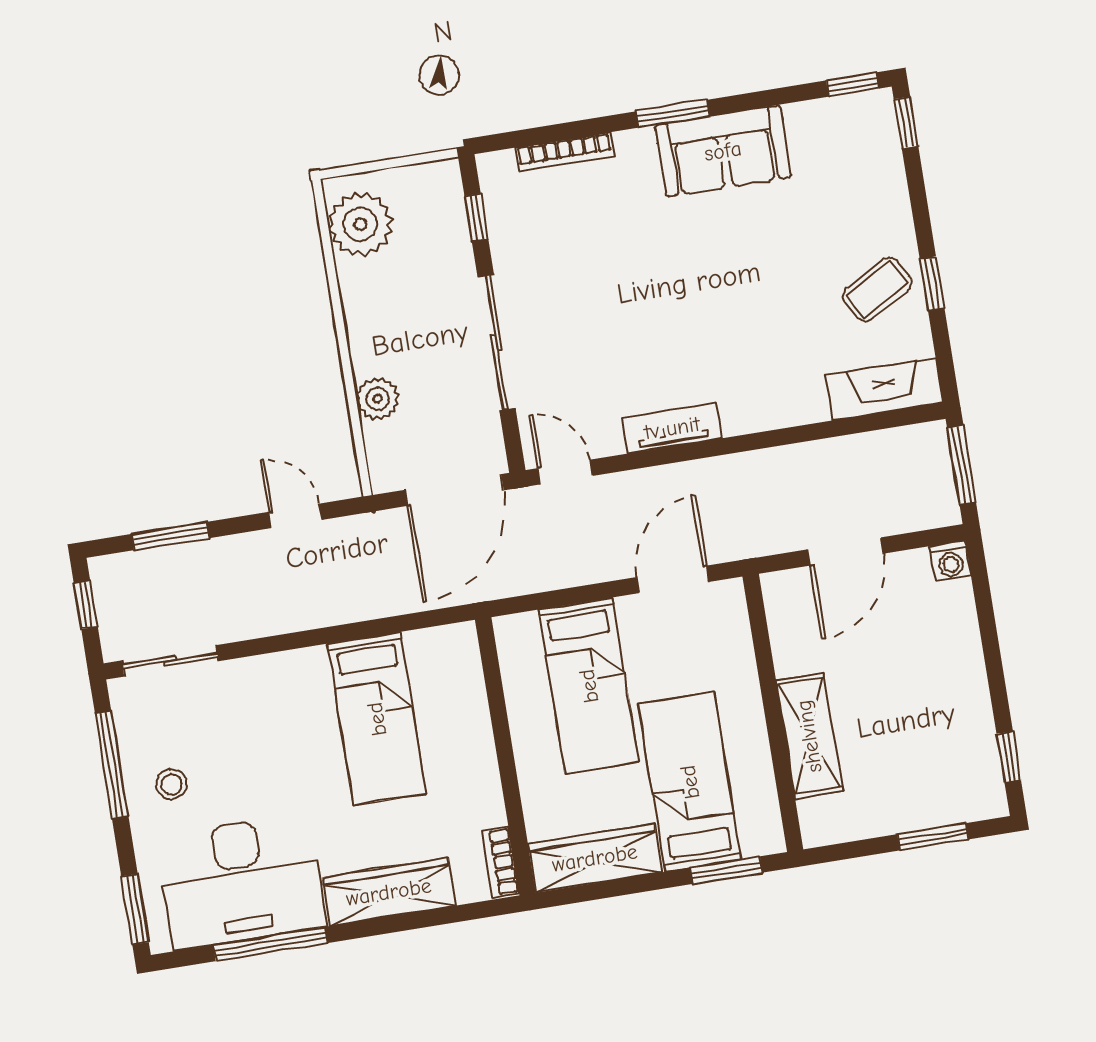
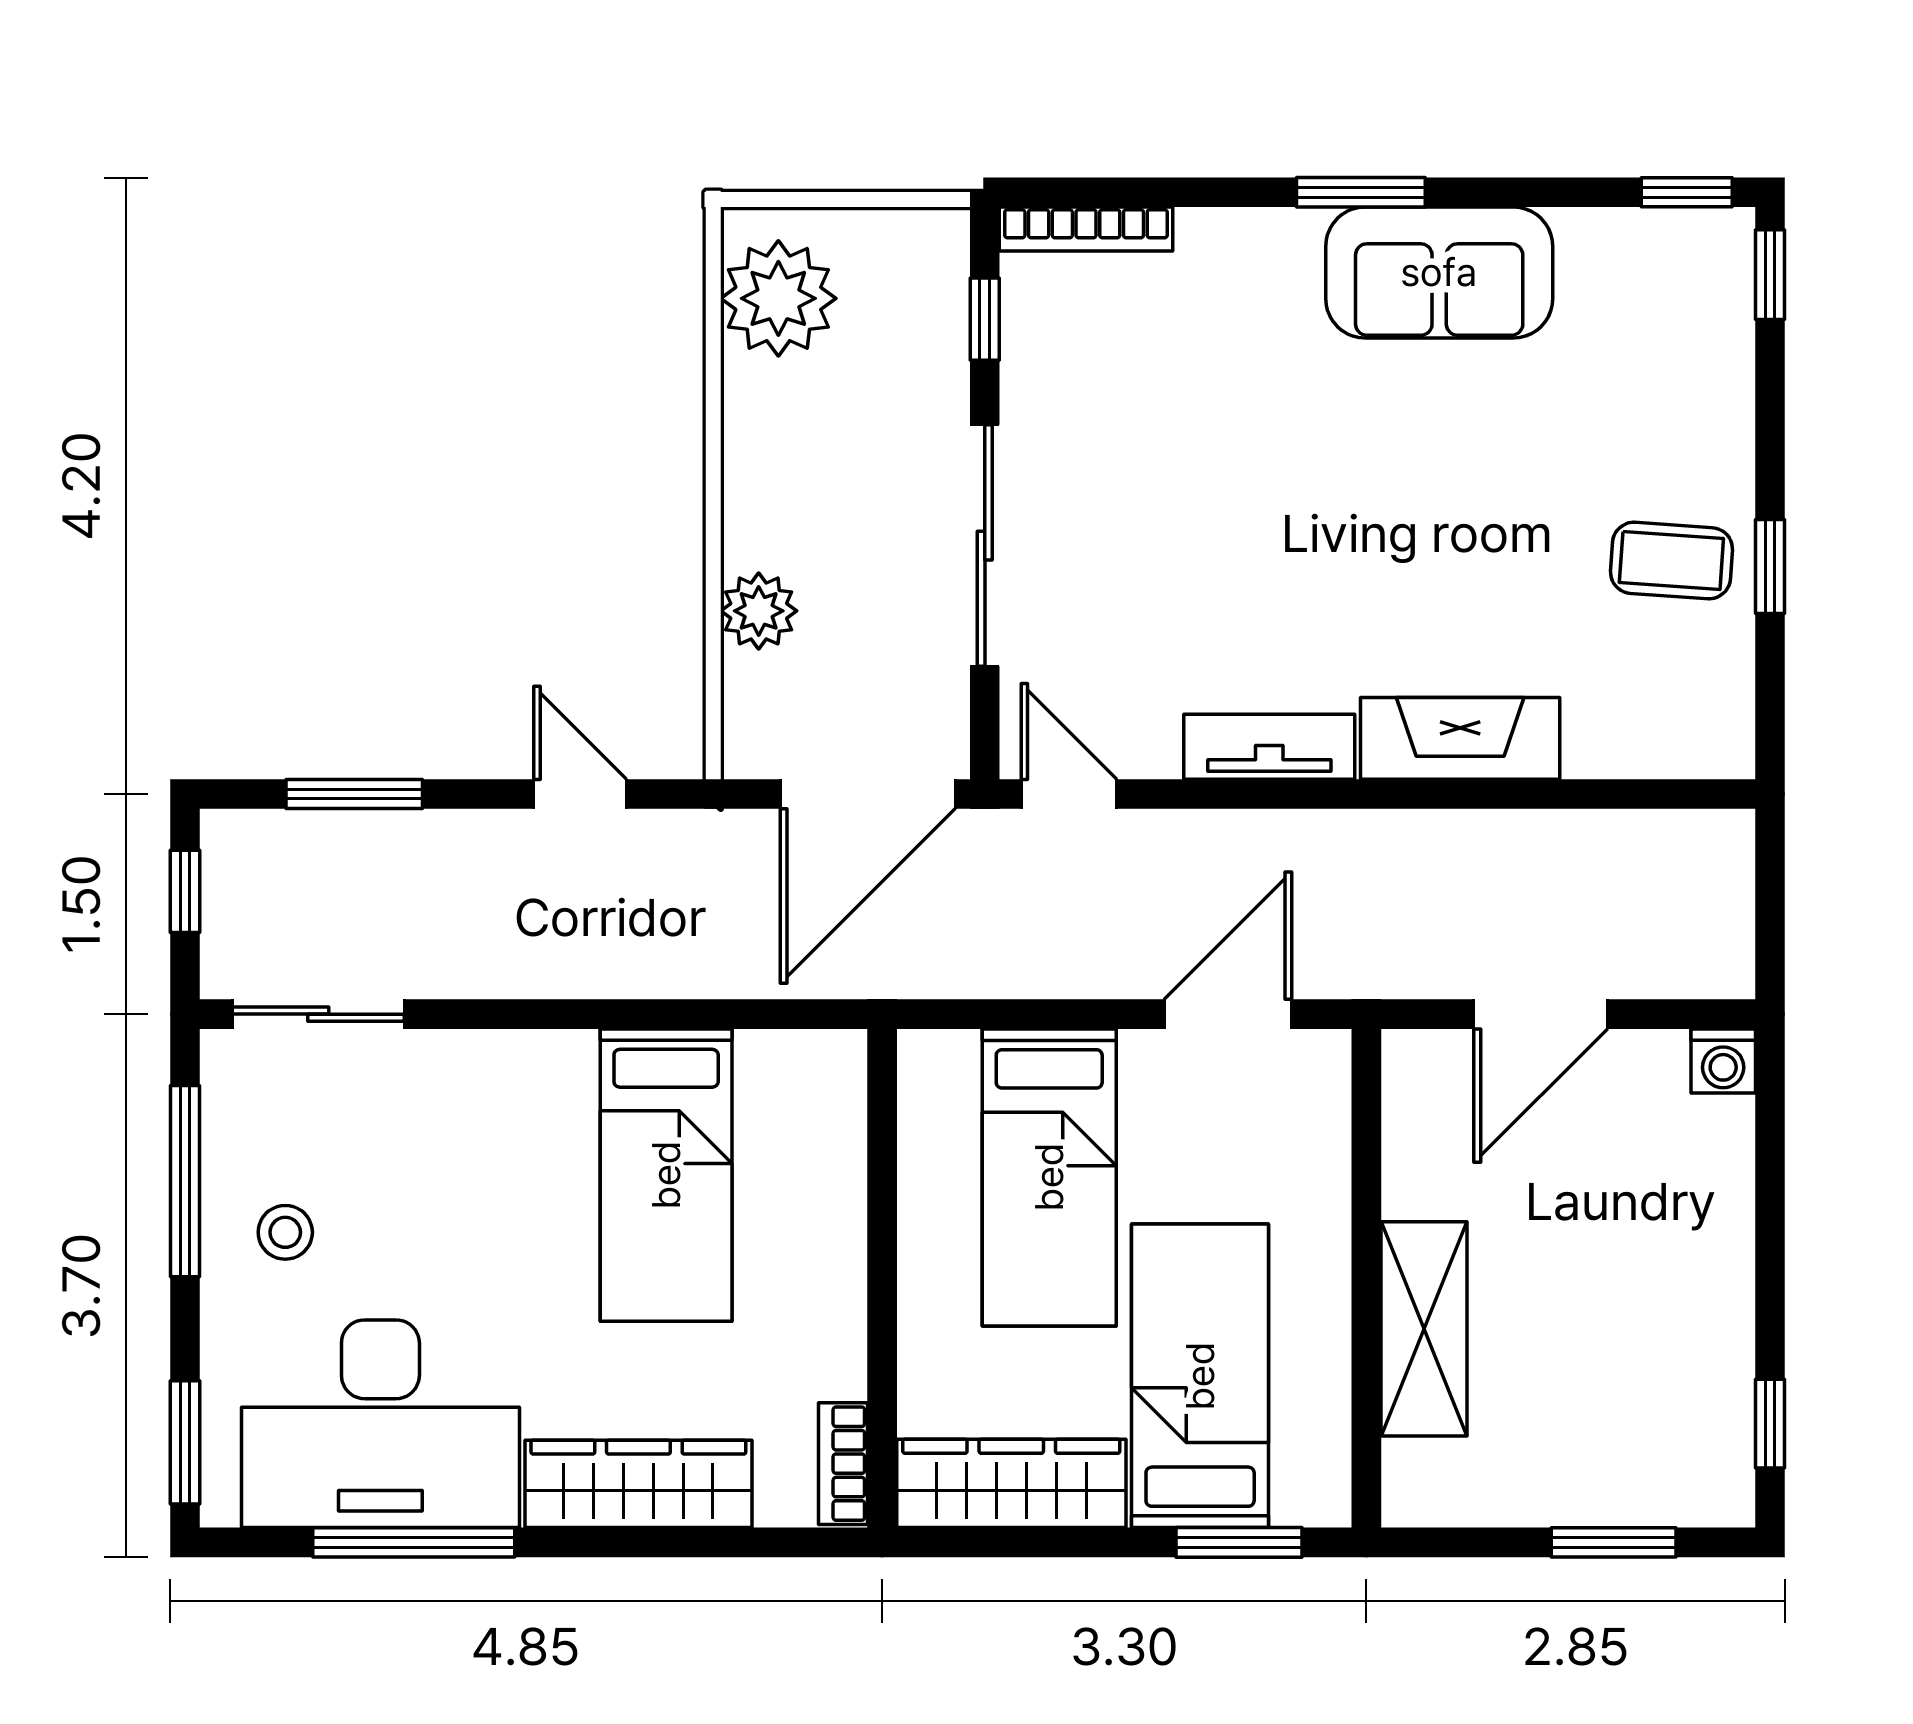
bookcase: (564, 152) -> (1086, 229), moved
coffee table: (877, 289) -> (1671, 561), turned 33
fireplace: (884, 389) -> (1460, 738), moved
window: (961, 465) -> (1770, 894), removed

